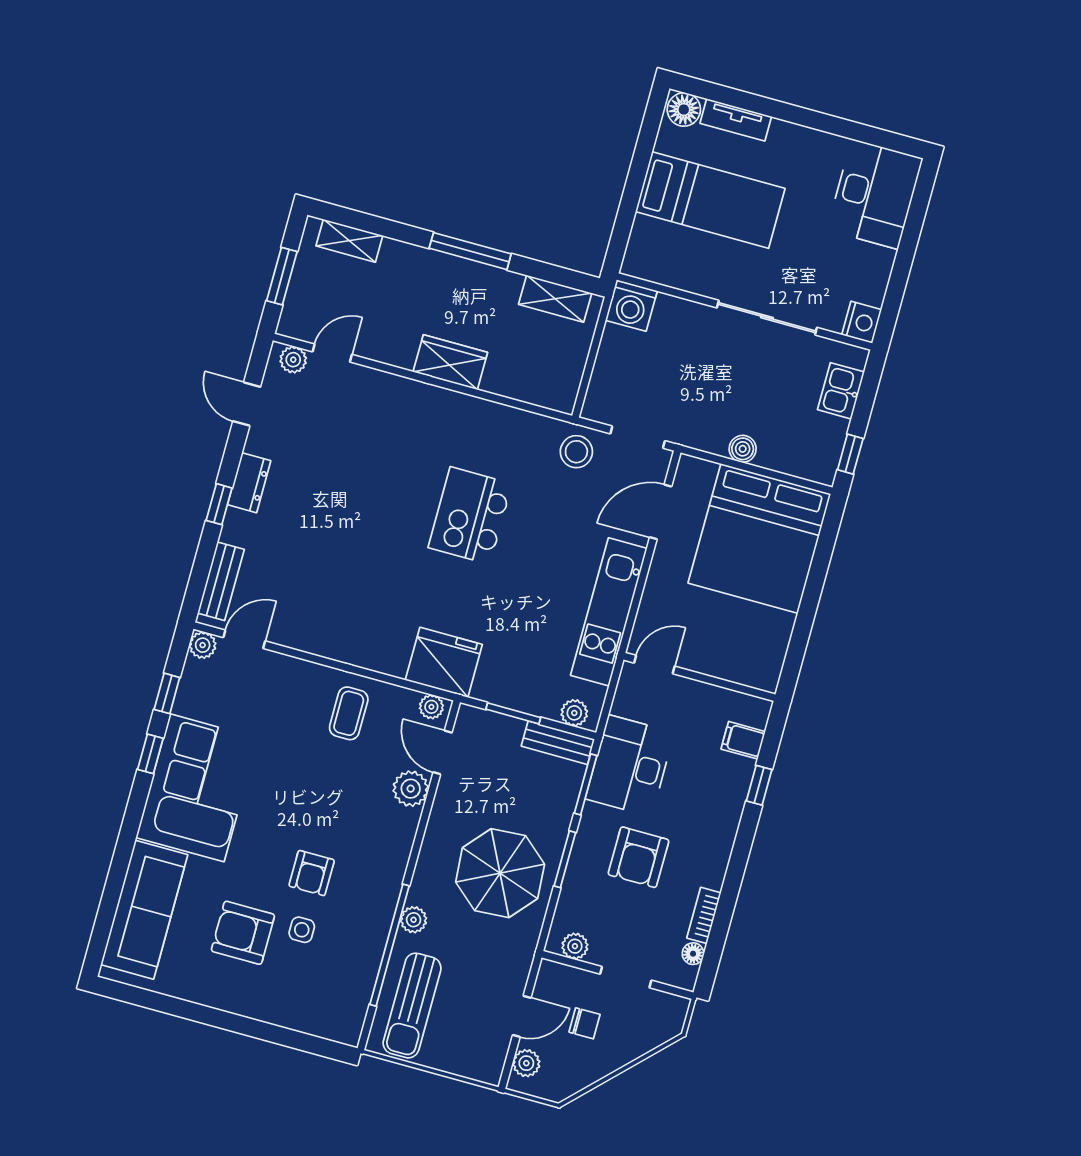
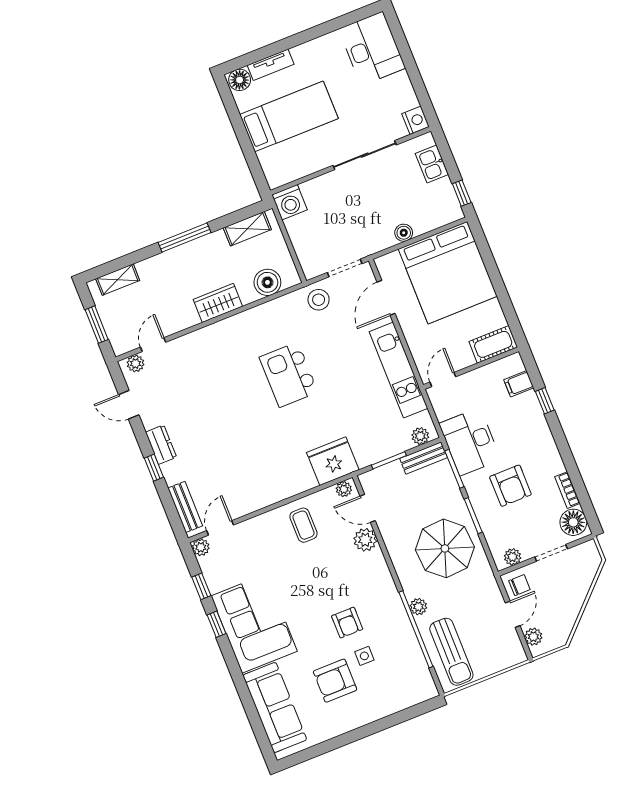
boiler: (530, 383) -> (267, 282), added
cot: (748, 668) -> (493, 344), added
floor lamp: (693, 954) -> (573, 522), width x1.89, depth x1.89
chair: (585, 1023) -> (519, 585), moved

